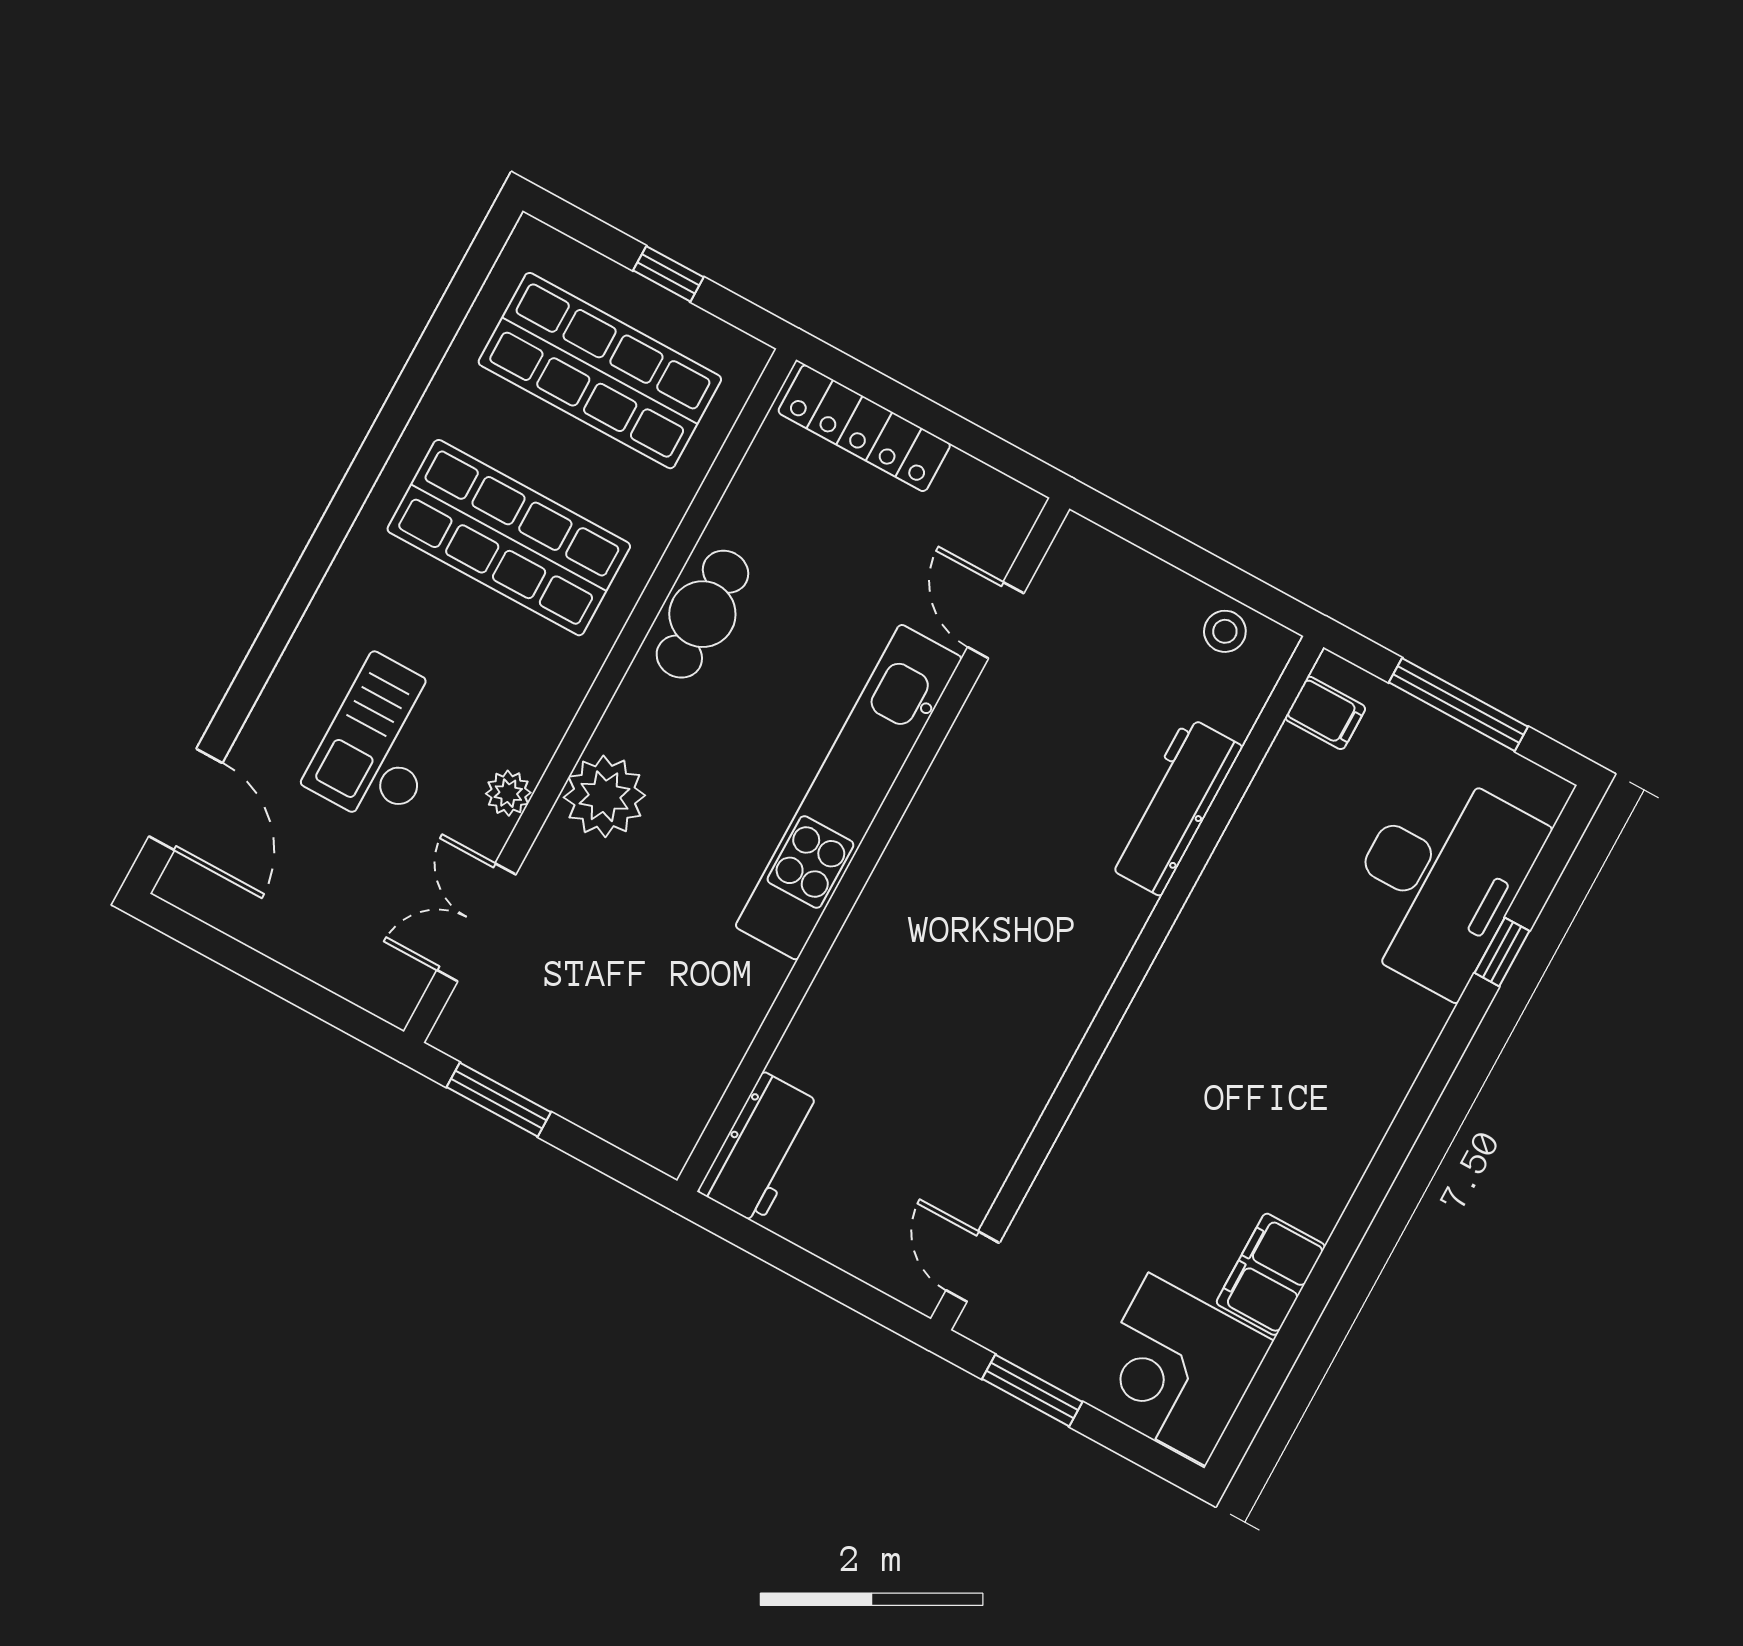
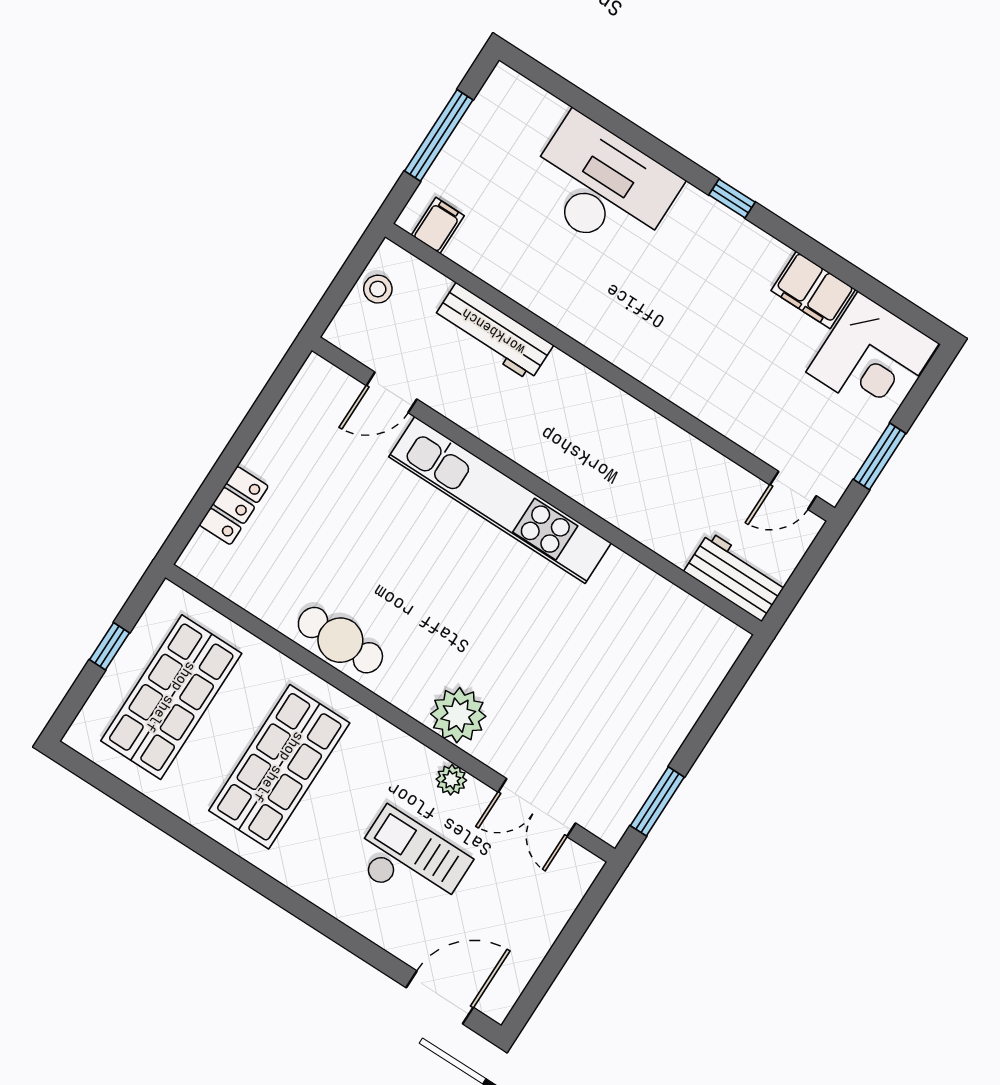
locker: (864, 428) -> (234, 505), width x0.66
door: (996, 620) -> (392, 392), moved
checkout: (383, 742) -> (411, 862), turned 180
kitchen unit: (849, 792) -> (500, 500), moved
wall: (873, 845) -> (537, 486), moved
desk: (1439, 881) -> (602, 186), moved
window: (1502, 952) -> (732, 199), moved
workbench: (761, 1148) -> (736, 577), moved

